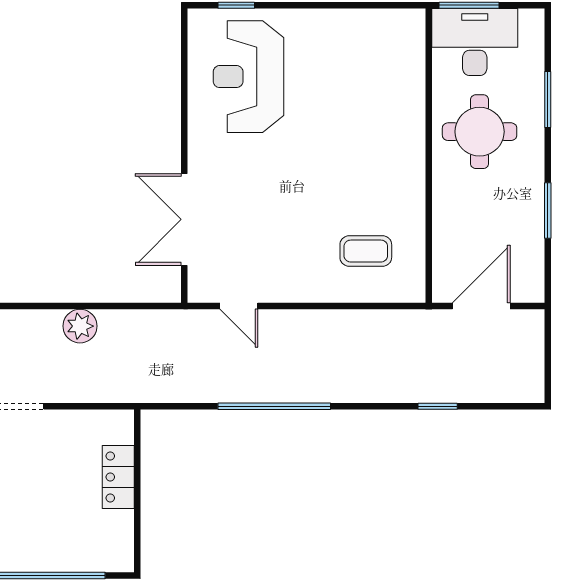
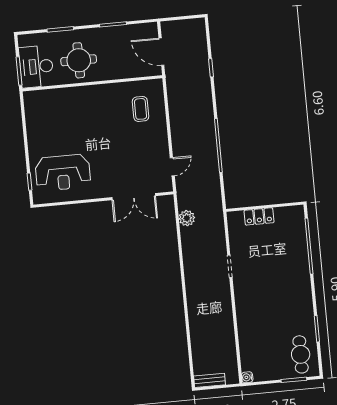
plant: (80, 326) -> (187, 218), moved

